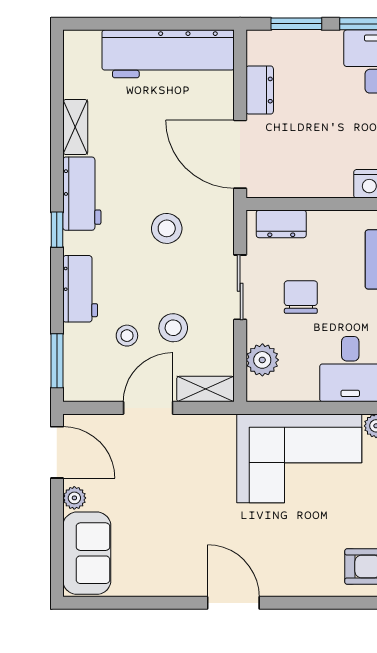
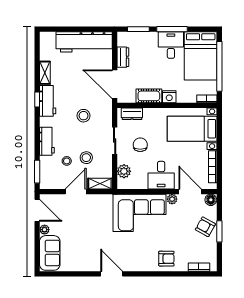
cot: (321, 182) -> (149, 96), added
window: (57, 230) -> (37, 99), moved

